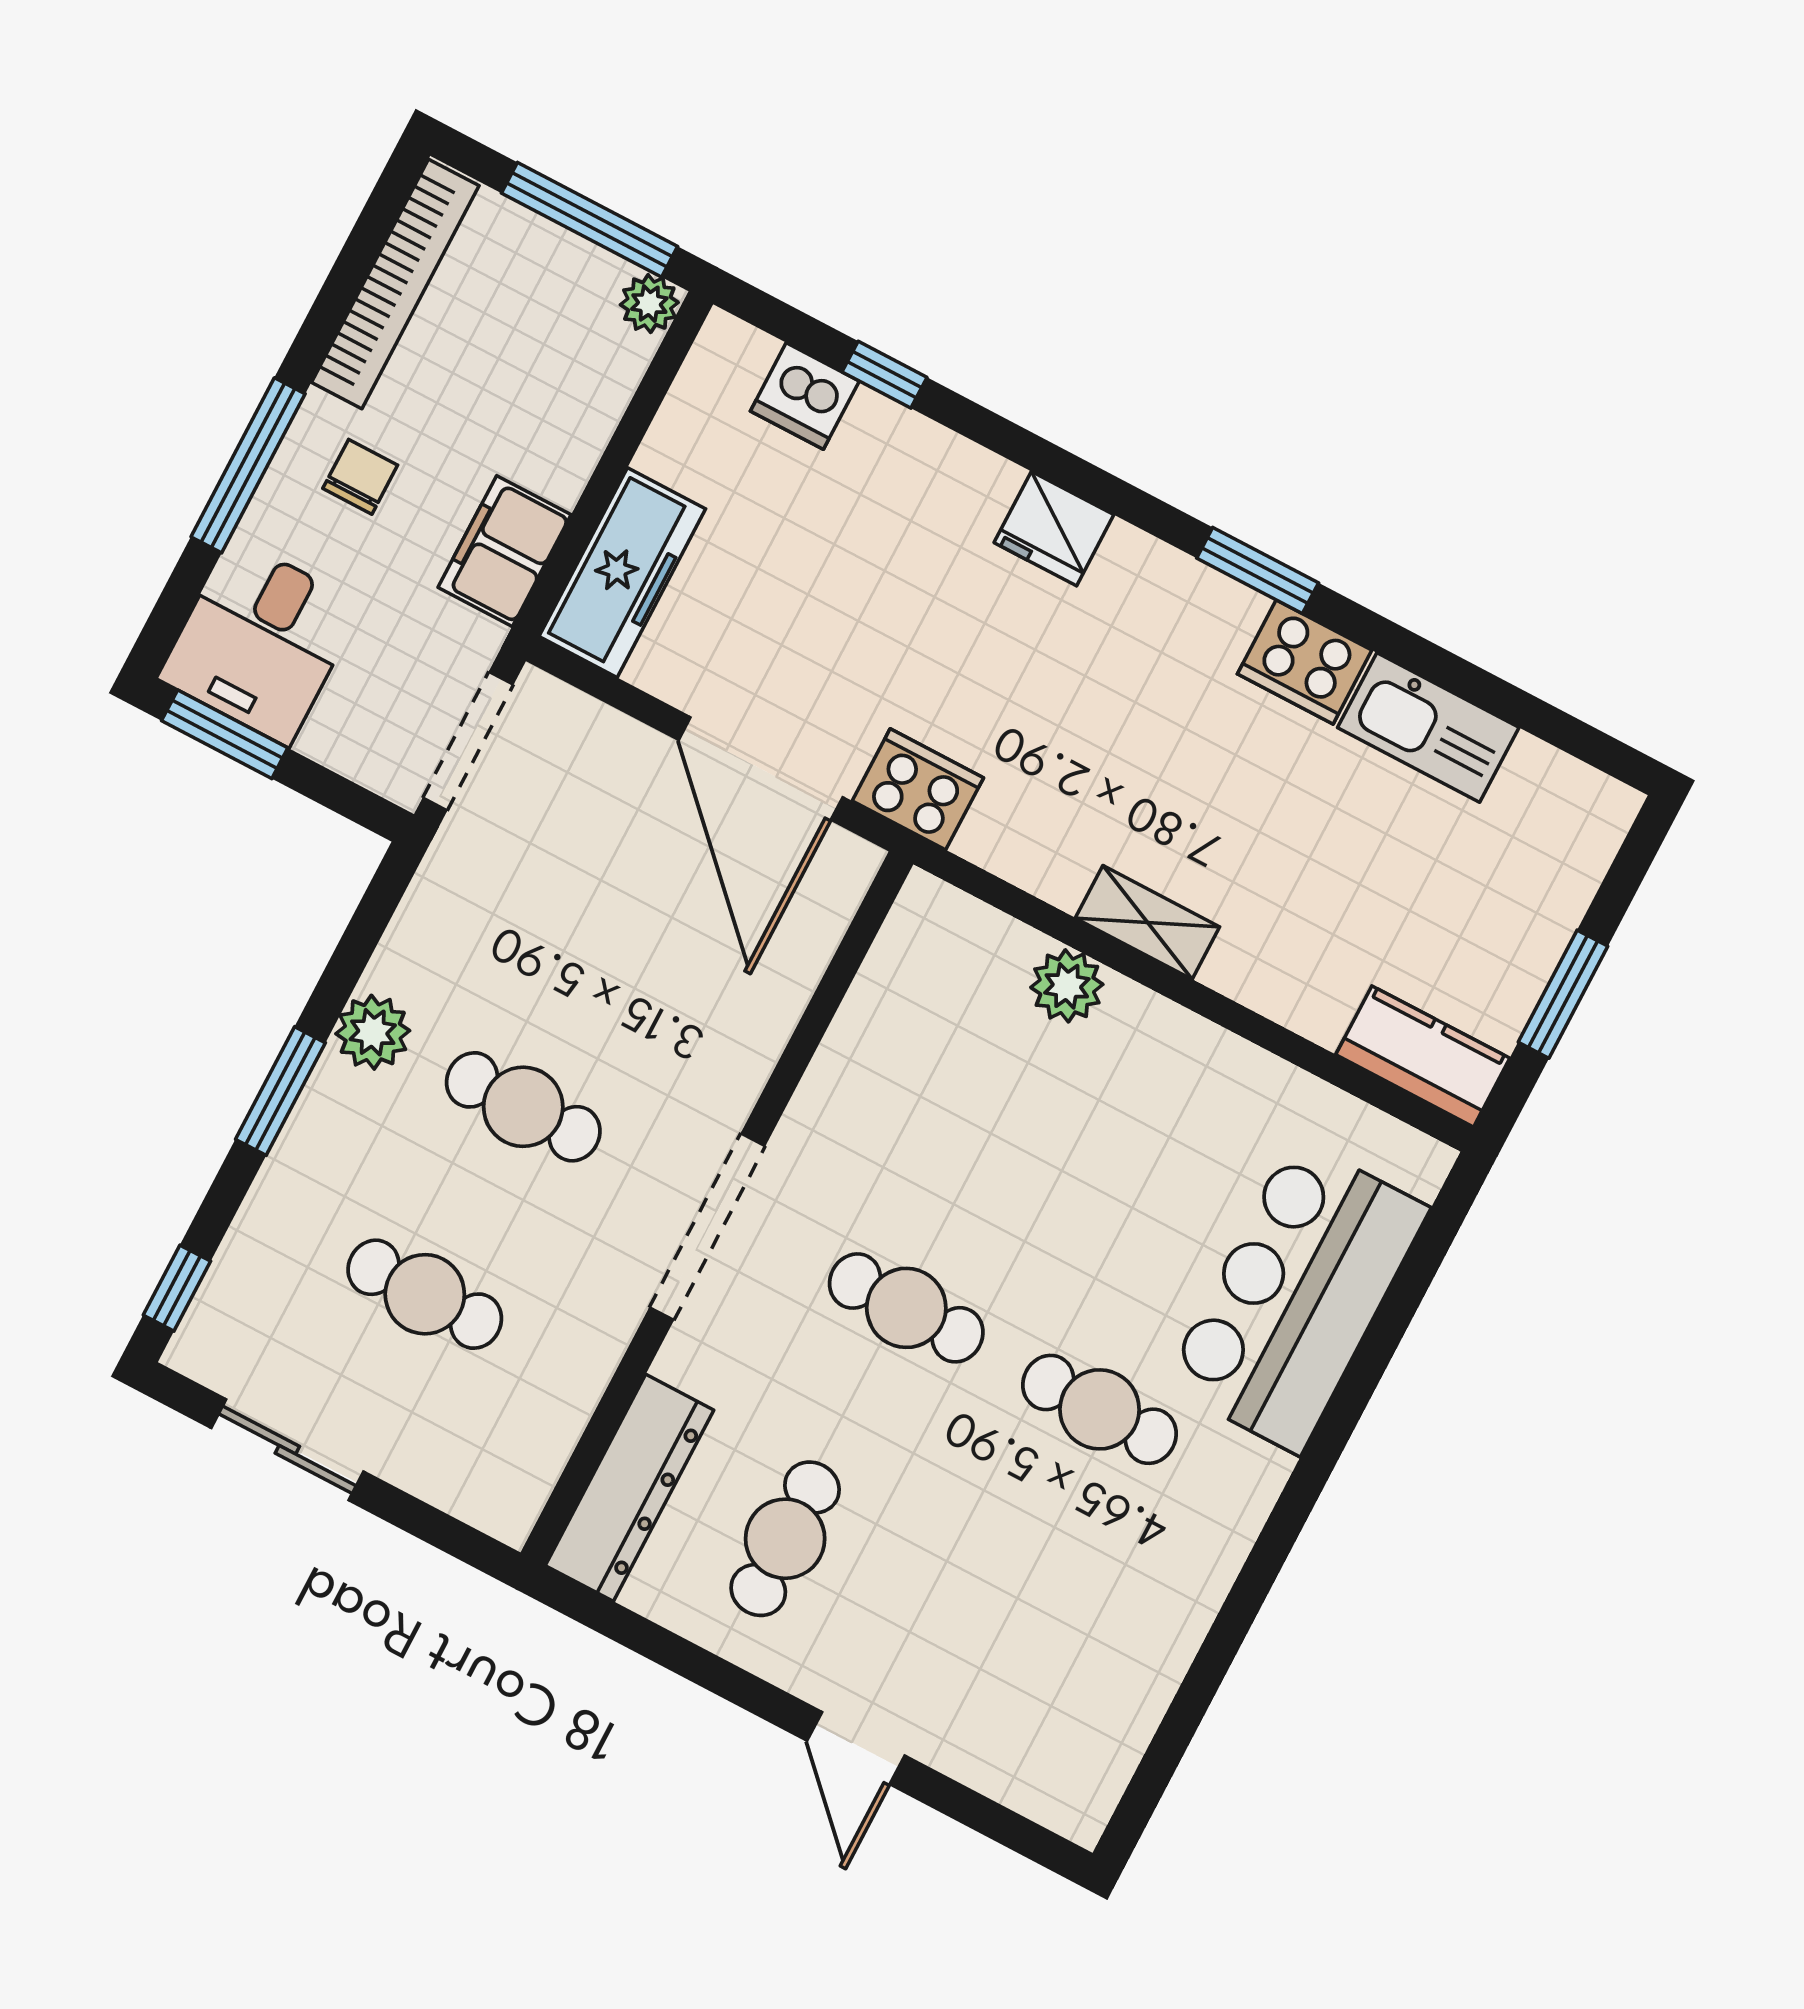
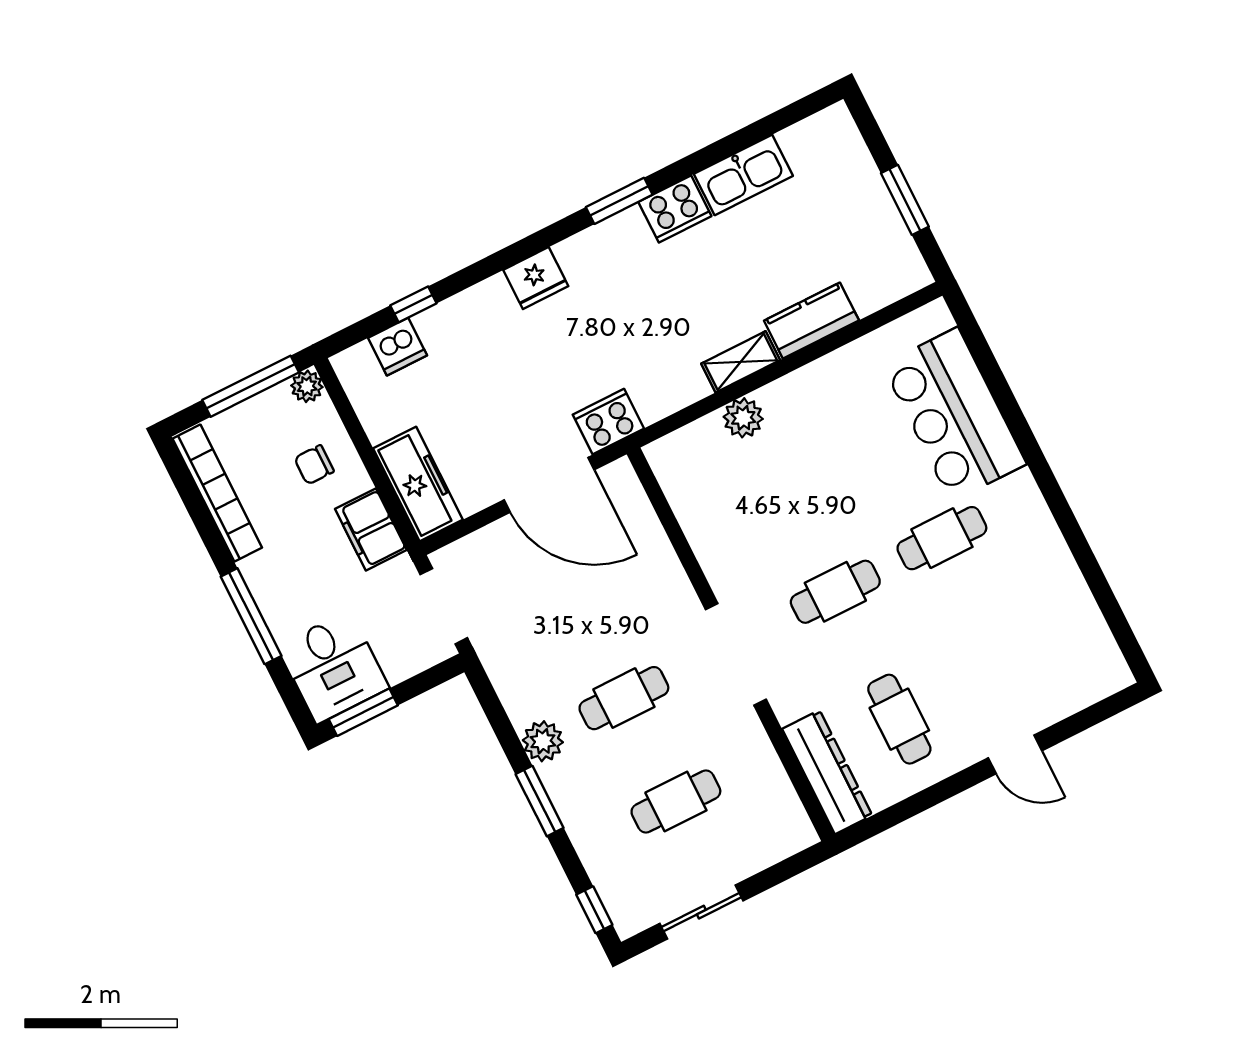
chair: (360, 477) -> (314, 465), moved, turned -90
kitchen counter: (1423, 1056) -> (811, 321), moved

